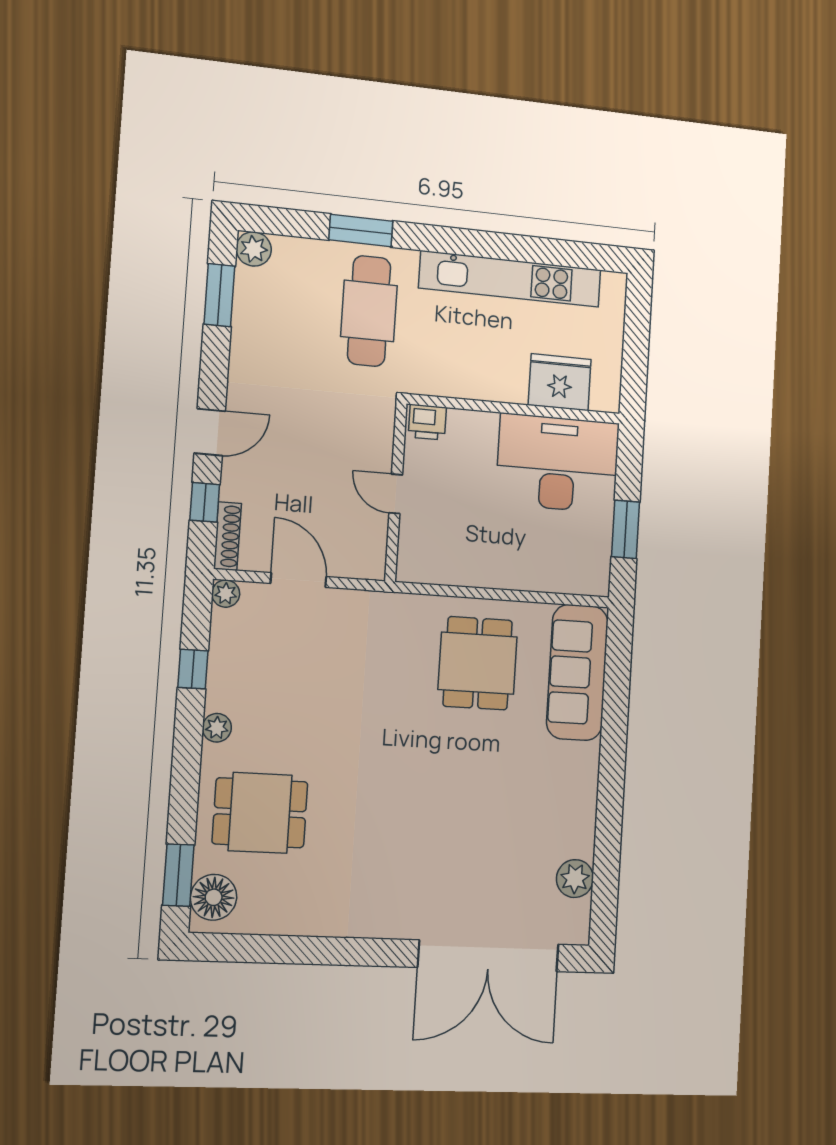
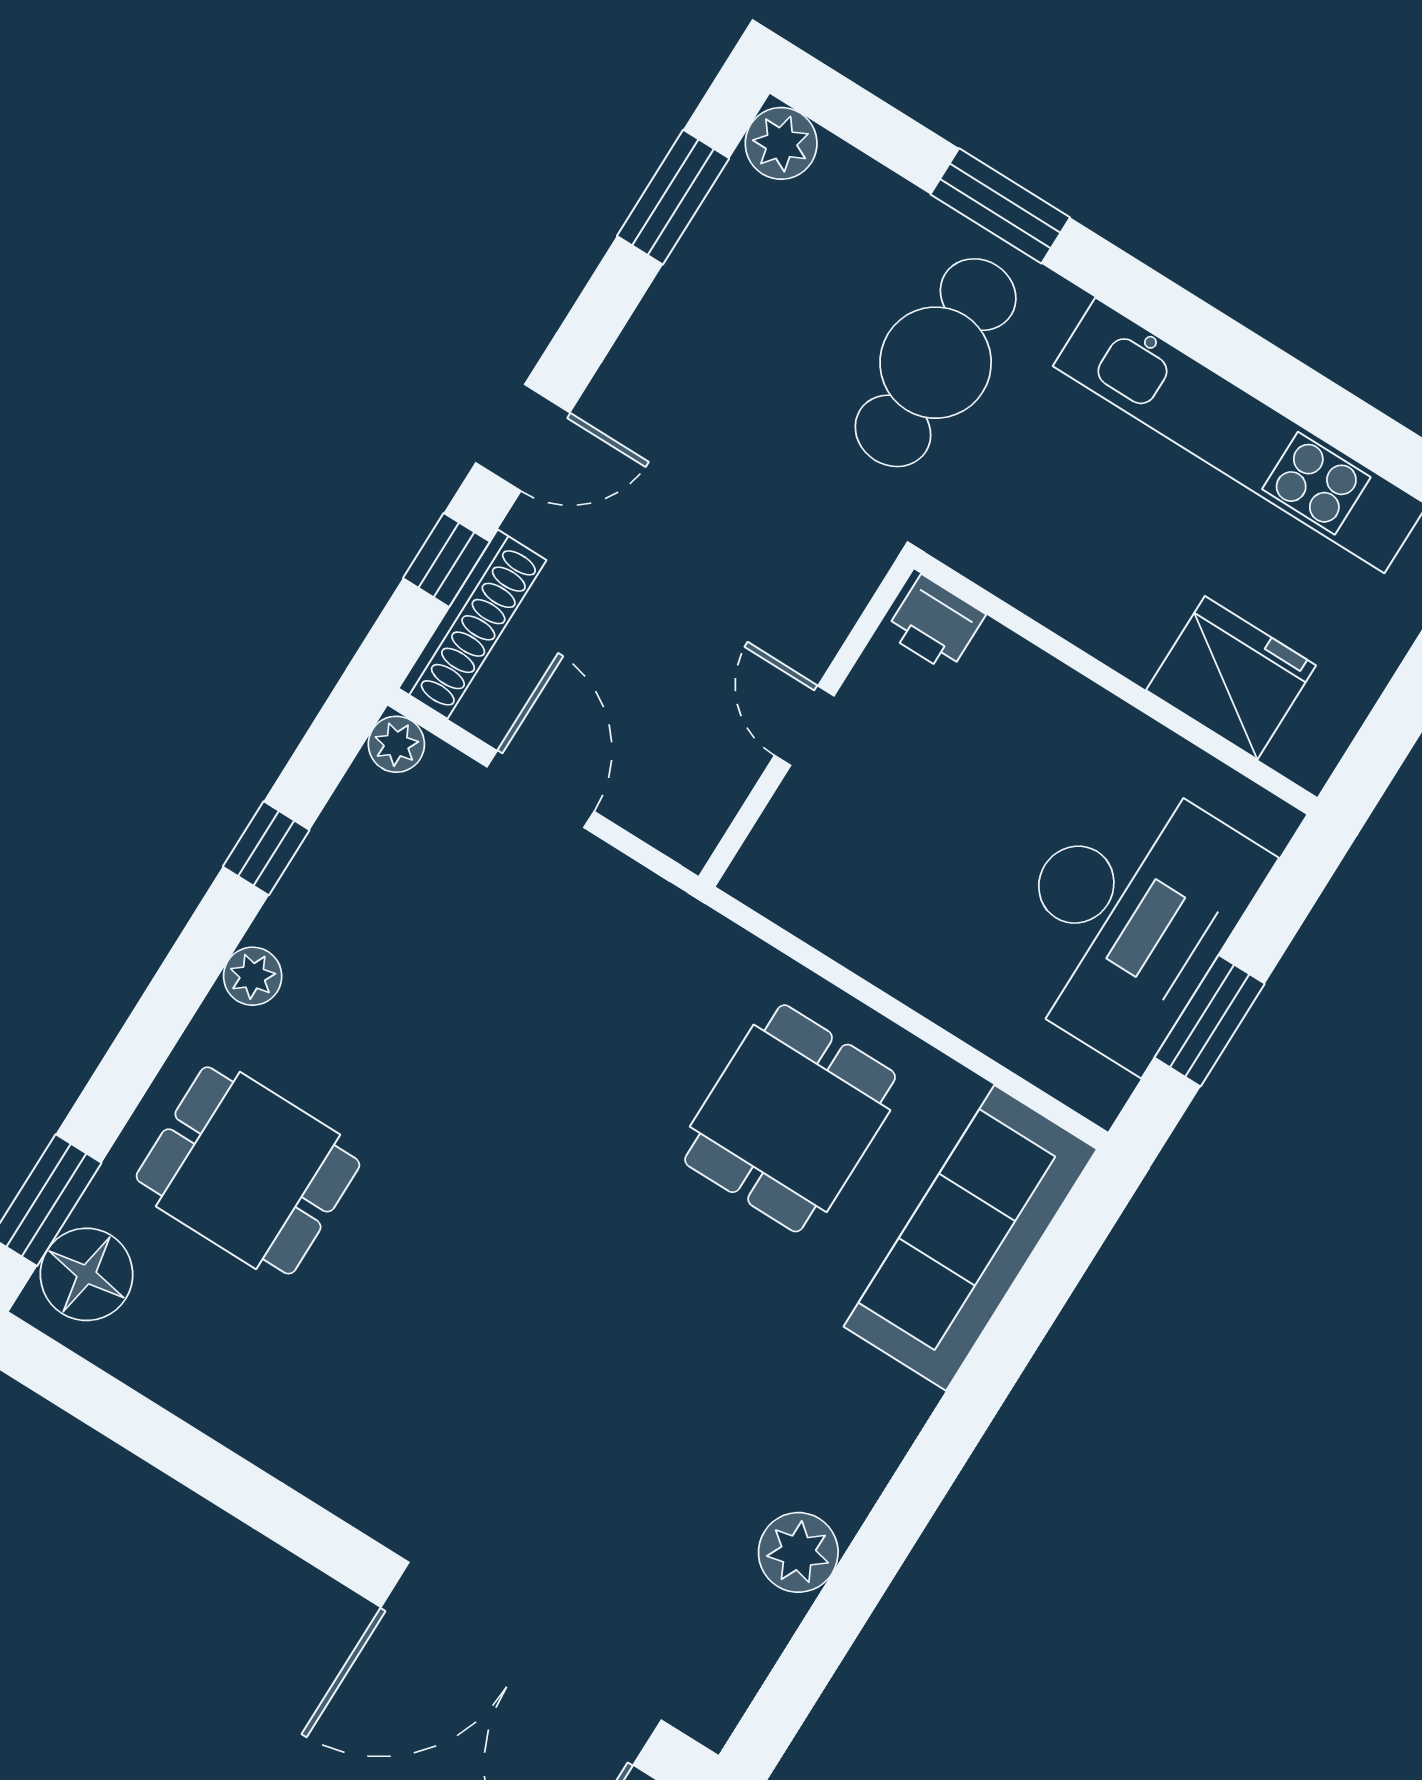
desk: (558, 463) -> (1128, 917), moved, turned 90
shoe rack: (227, 536) -> (472, 624), width x1.36, depth x1.24
plant: (575, 879) -> (798, 1552), moved

